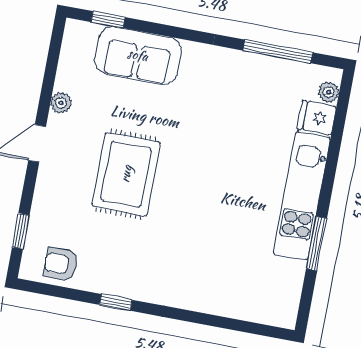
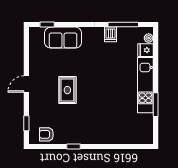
dishwasher: (245, 68) -> (111, 34), added
plant: (61, 103) -> (33, 64), removed
rug: (126, 174) -> (67, 90), width x0.73, depth x0.70

